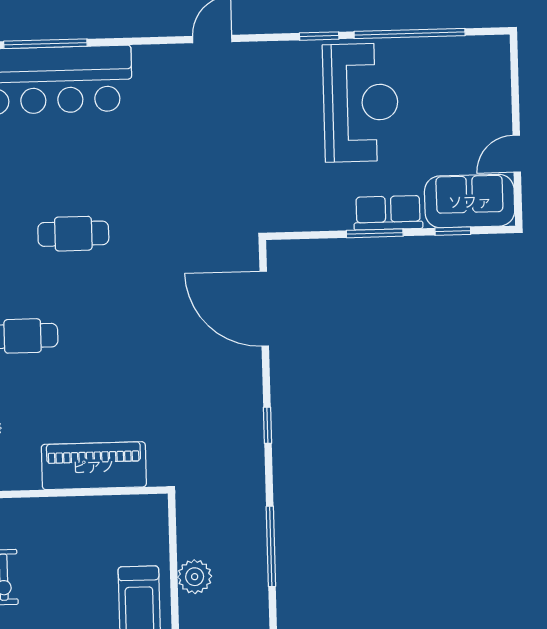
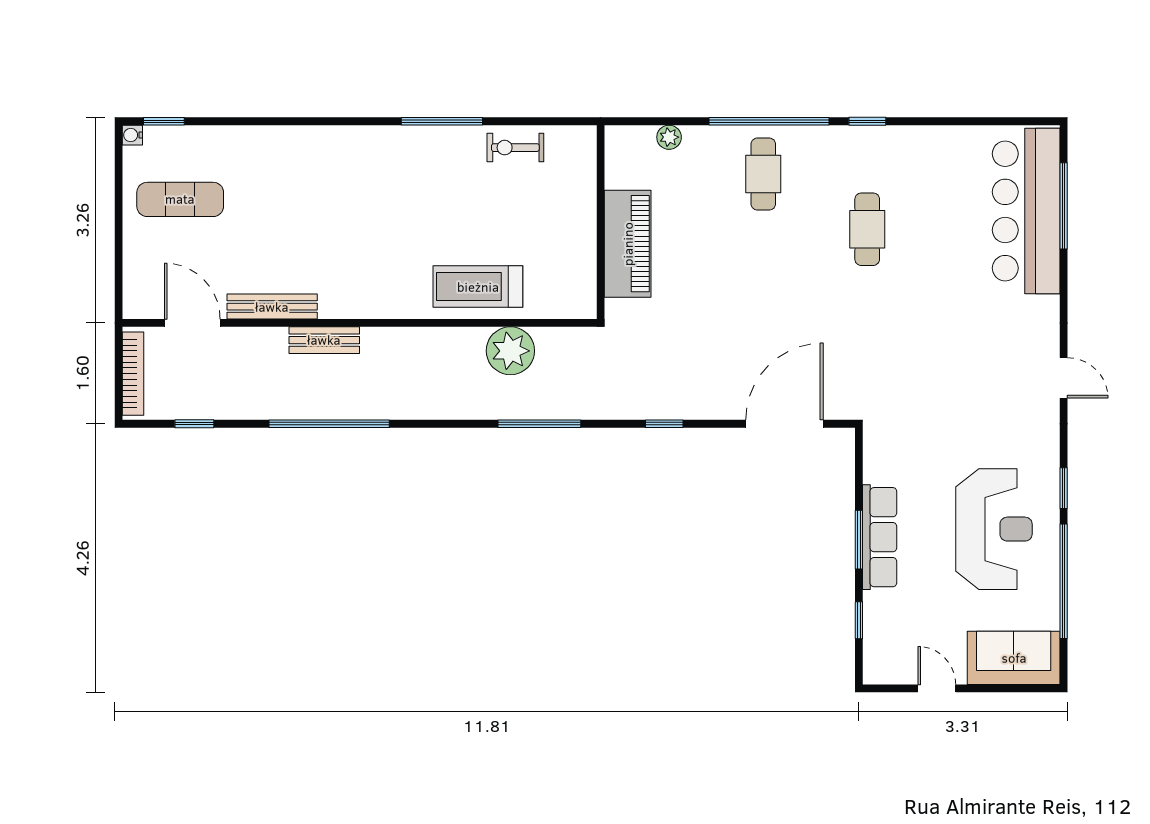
reception desk: (361, 103) -> (994, 529), turned -90
sofa: (470, 201) -> (1014, 658), moved, turned -90
row of seats: (388, 213) -> (880, 537), width x1.48
plant: (195, 577) -> (510, 351), width x1.36, depth x1.36

